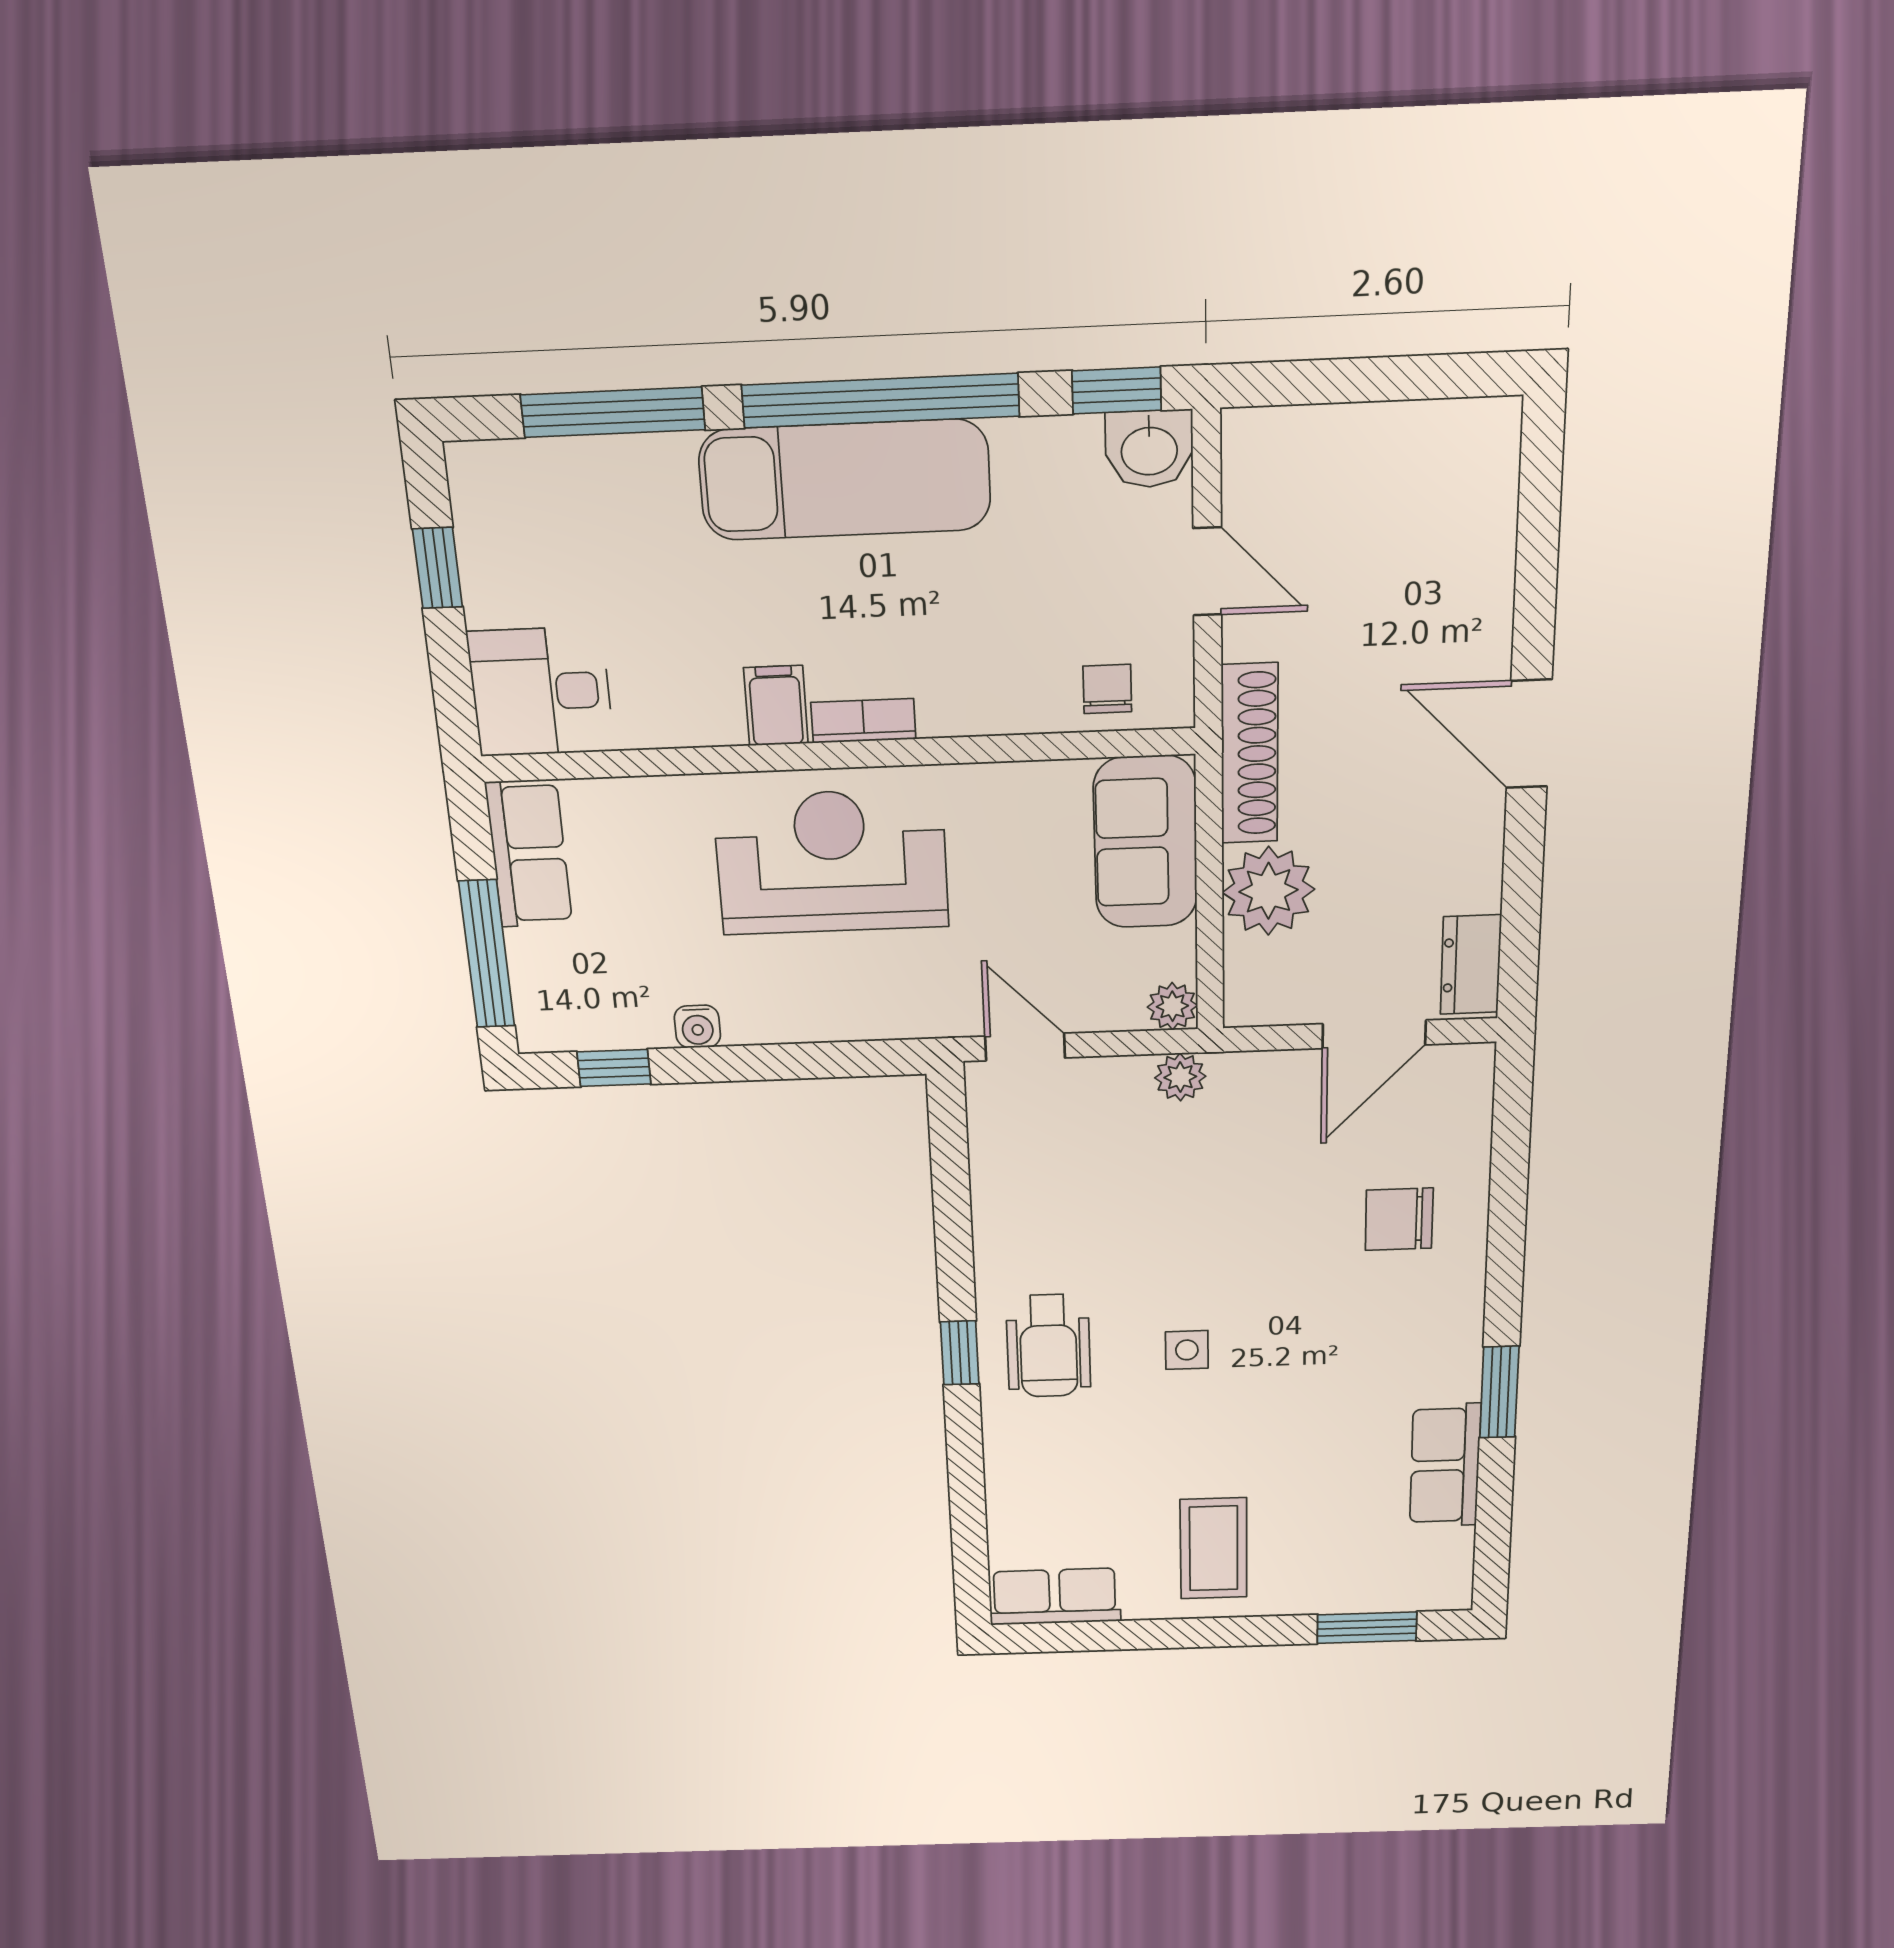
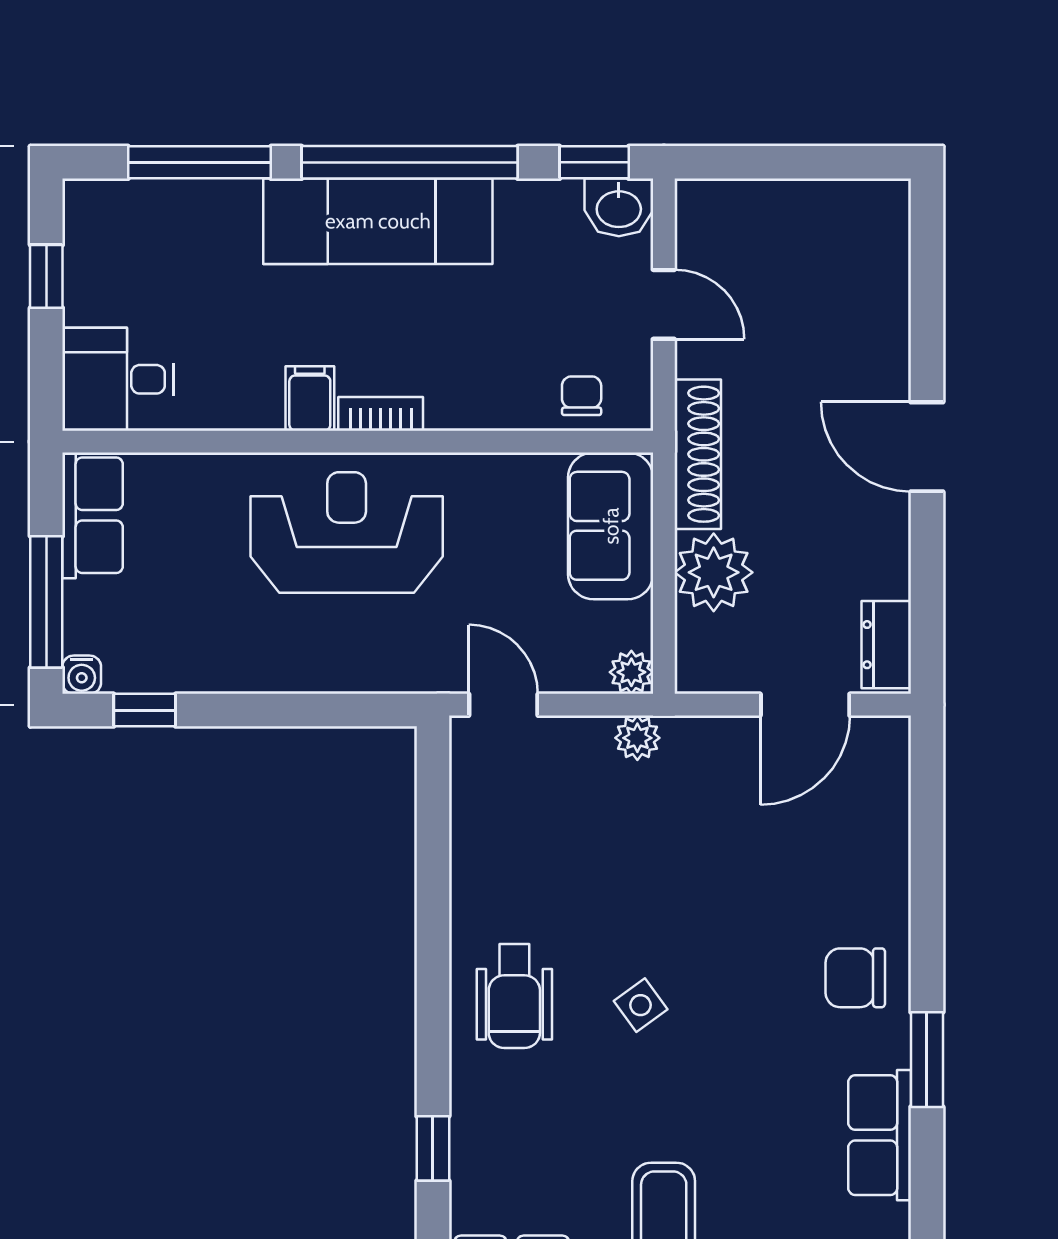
water cooler: (697, 1027) -> (82, 675), moved
chair: (1399, 1219) -> (855, 978), moved
side table: (1187, 1350) -> (641, 1005), turned -36
window: (960, 1353) -> (433, 1148), moved

